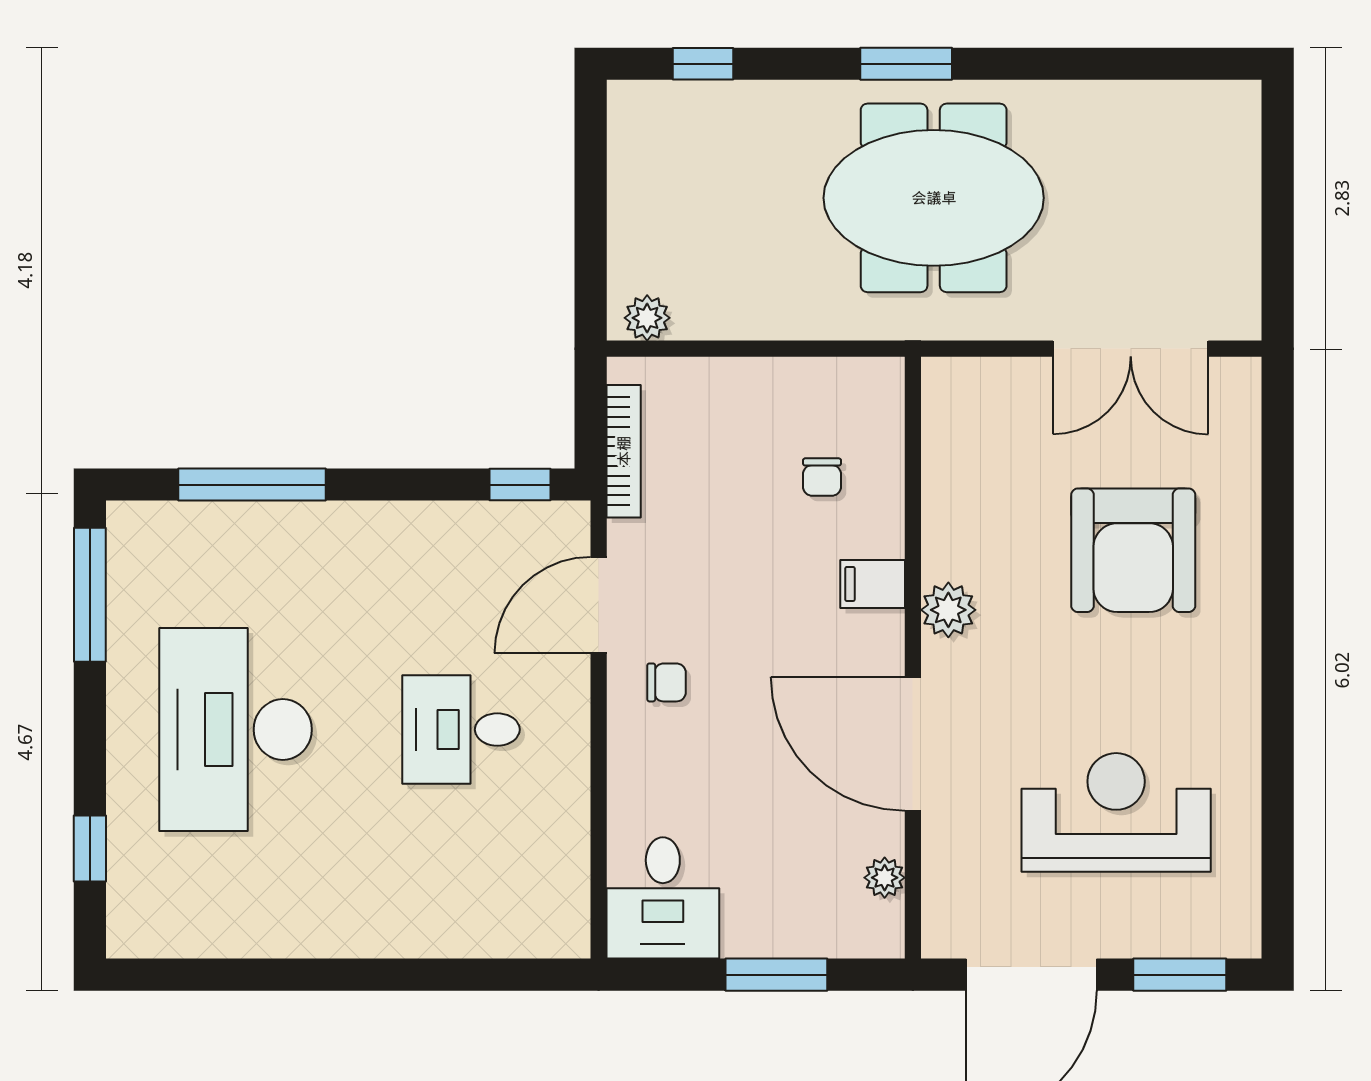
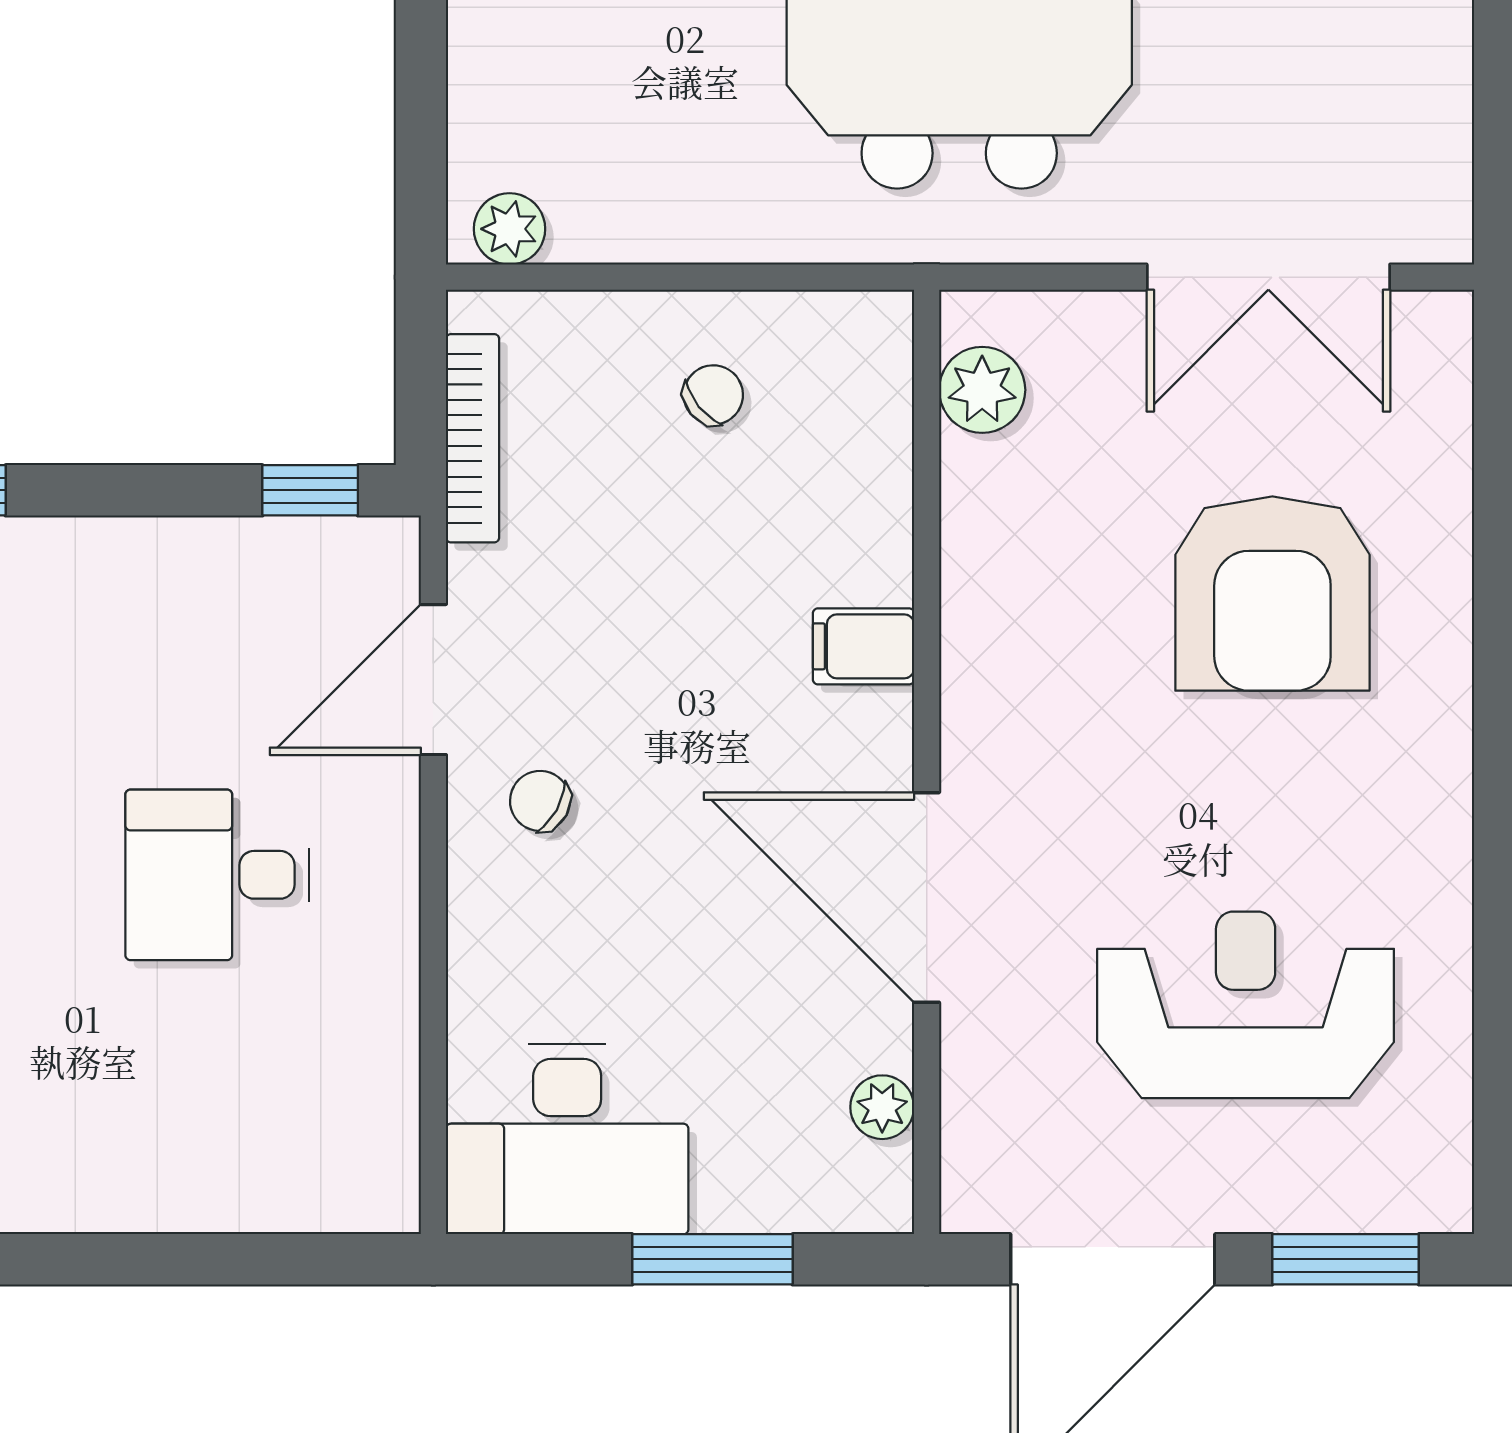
chair: (822, 477) -> (713, 395), moved, turned -129
plant: (948, 610) -> (982, 390), moved
chair: (667, 682) -> (540, 801), turned -151
desk: (663, 898) -> (567, 1139), width x1.37

